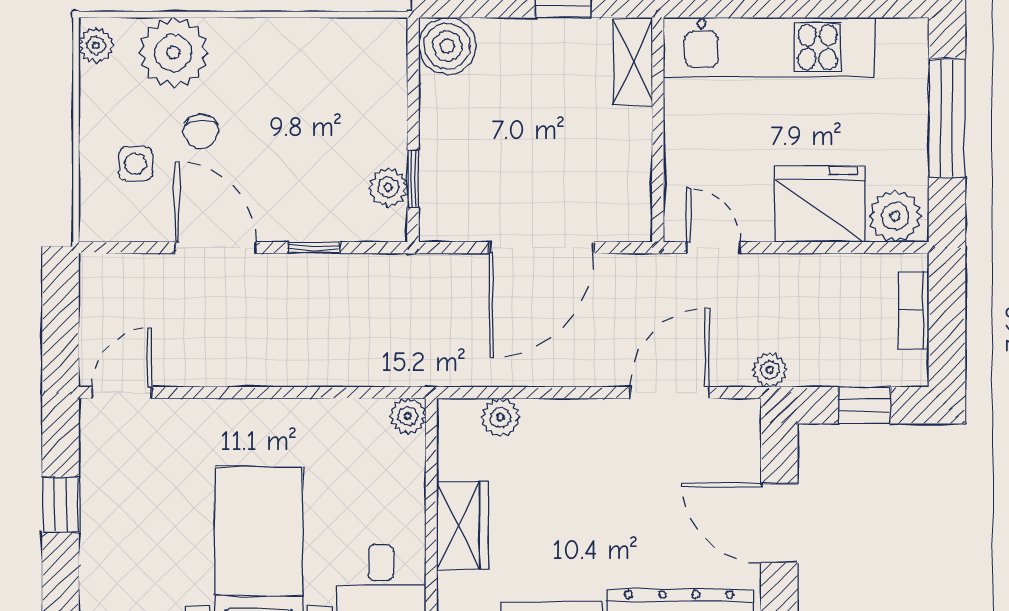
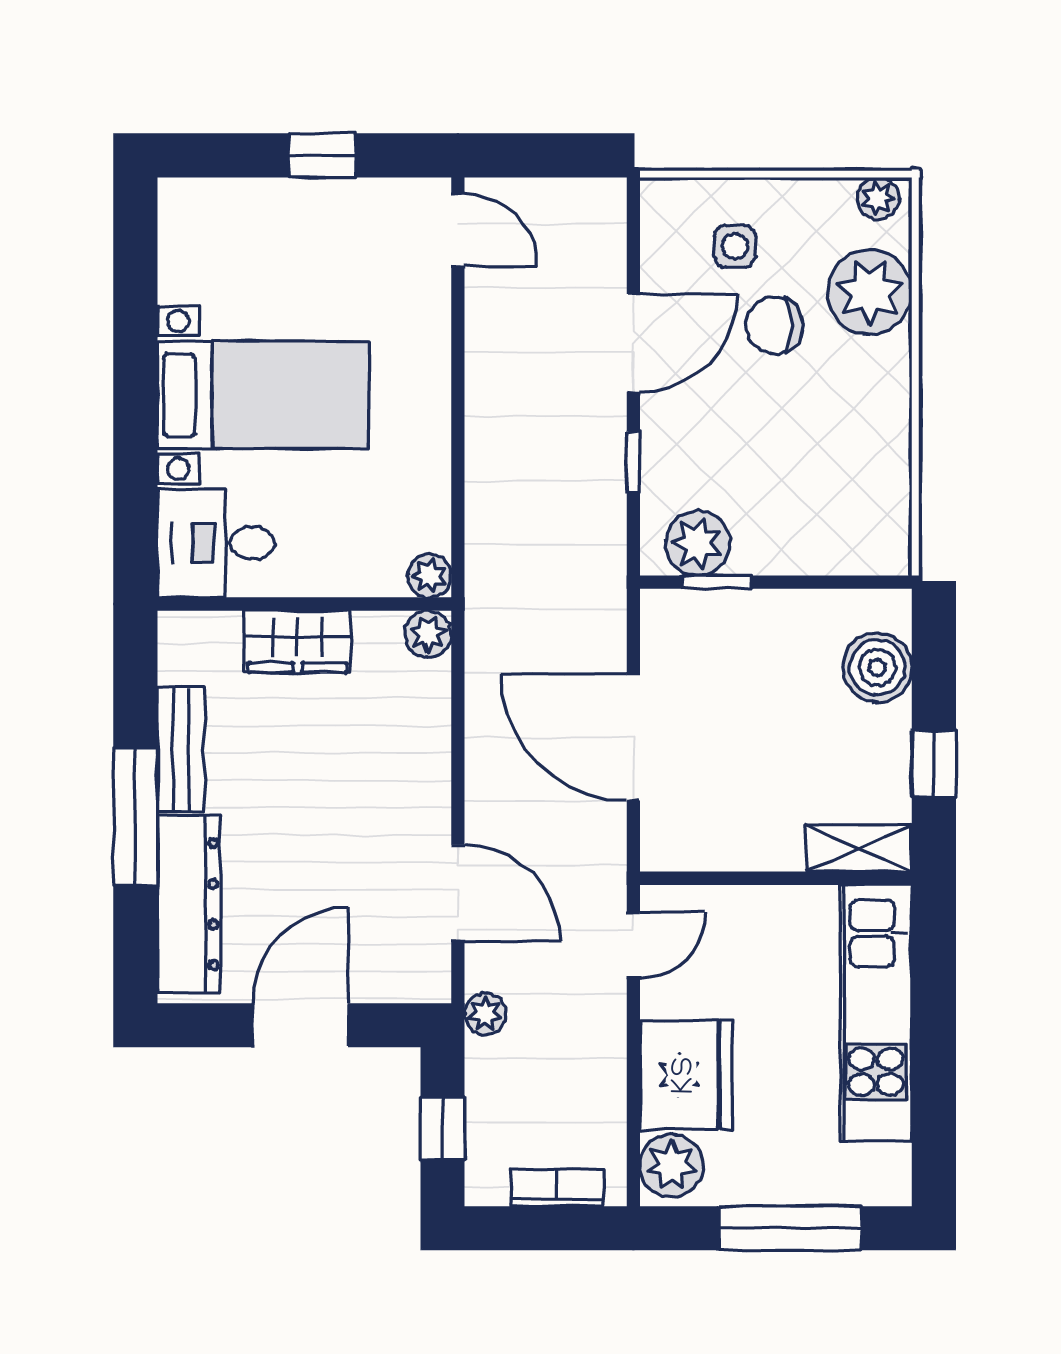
boiler: (447, 46) -> (877, 667), moved
chair: (201, 131) -> (774, 325), width x1.37, depth x1.37
plant: (388, 187) -> (698, 543), width x1.38, depth x1.38
plant: (500, 417) -> (428, 634), moved

